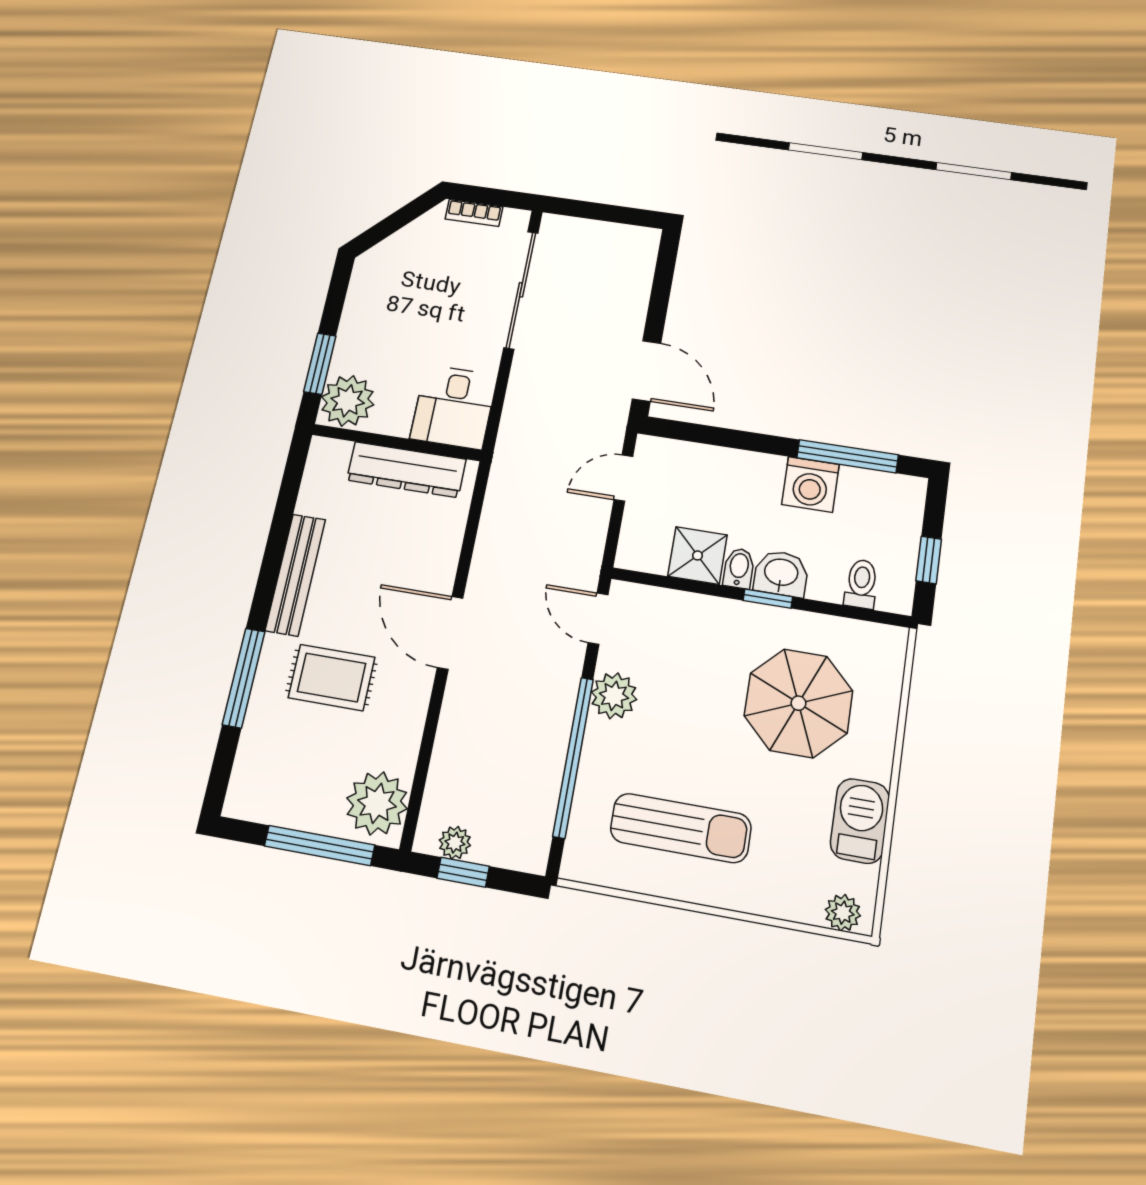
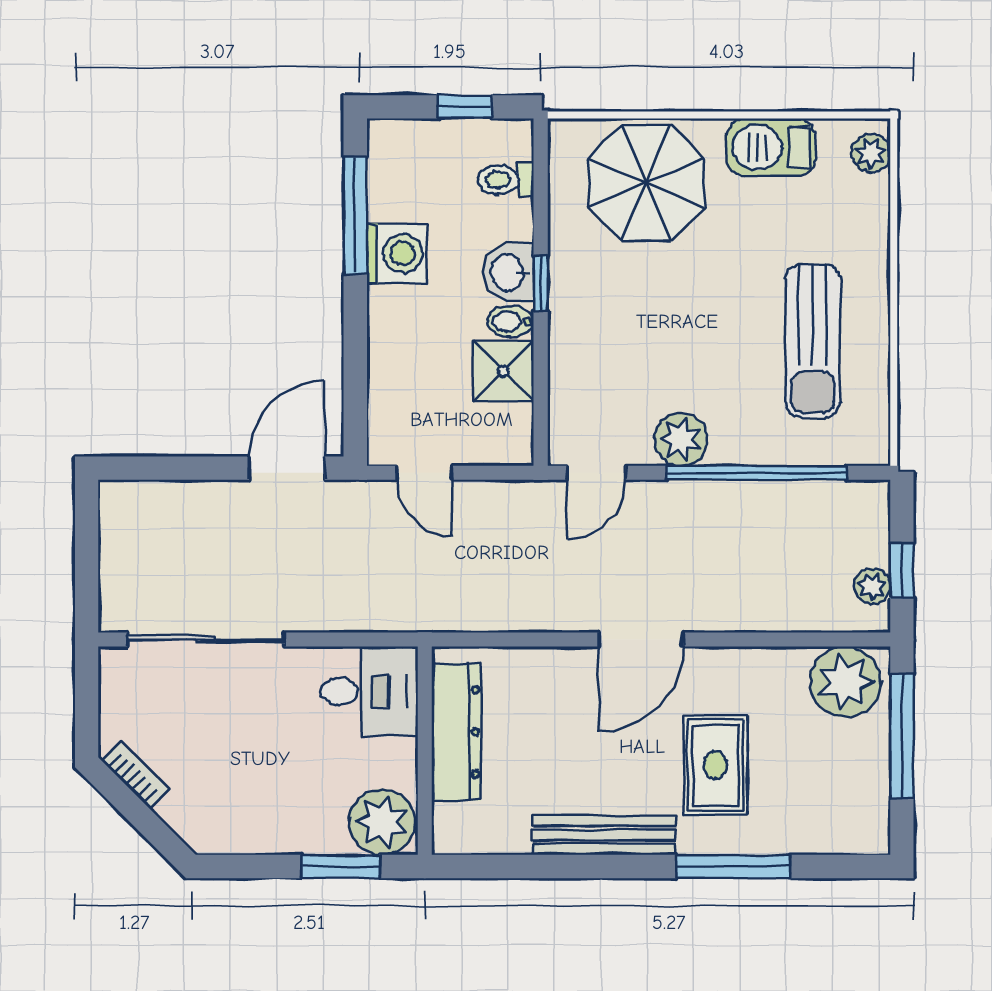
bookcase: (474, 213) -> (135, 775), moved, turned -45
parasol: (798, 703) -> (646, 183), moved
sun lounger: (681, 828) -> (813, 341), turned 180

